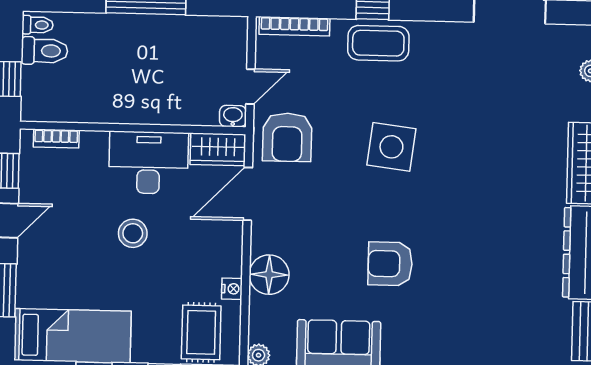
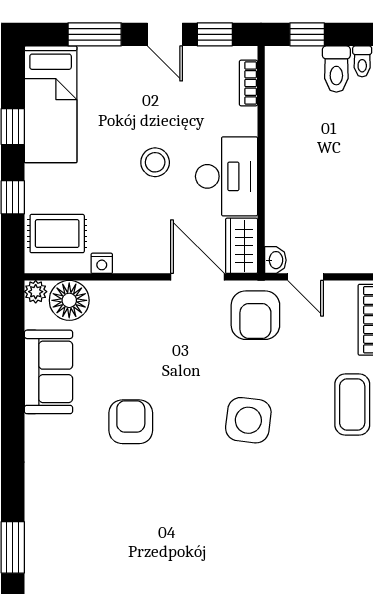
armchair: (287, 137) -> (255, 315), turned -90
floor lamp: (269, 275) -> (69, 300), moved

